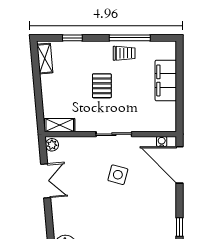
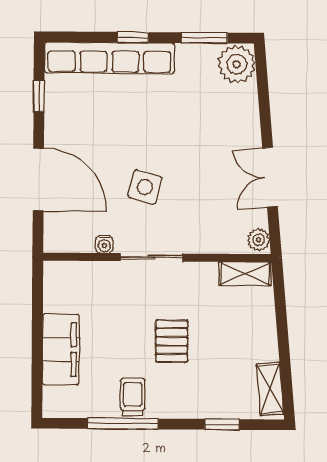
trolley: (124, 53) -> (133, 397), turned 90
water cooler: (162, 141) -> (104, 244), moved
door: (180, 165) -> (38, 179), moved

